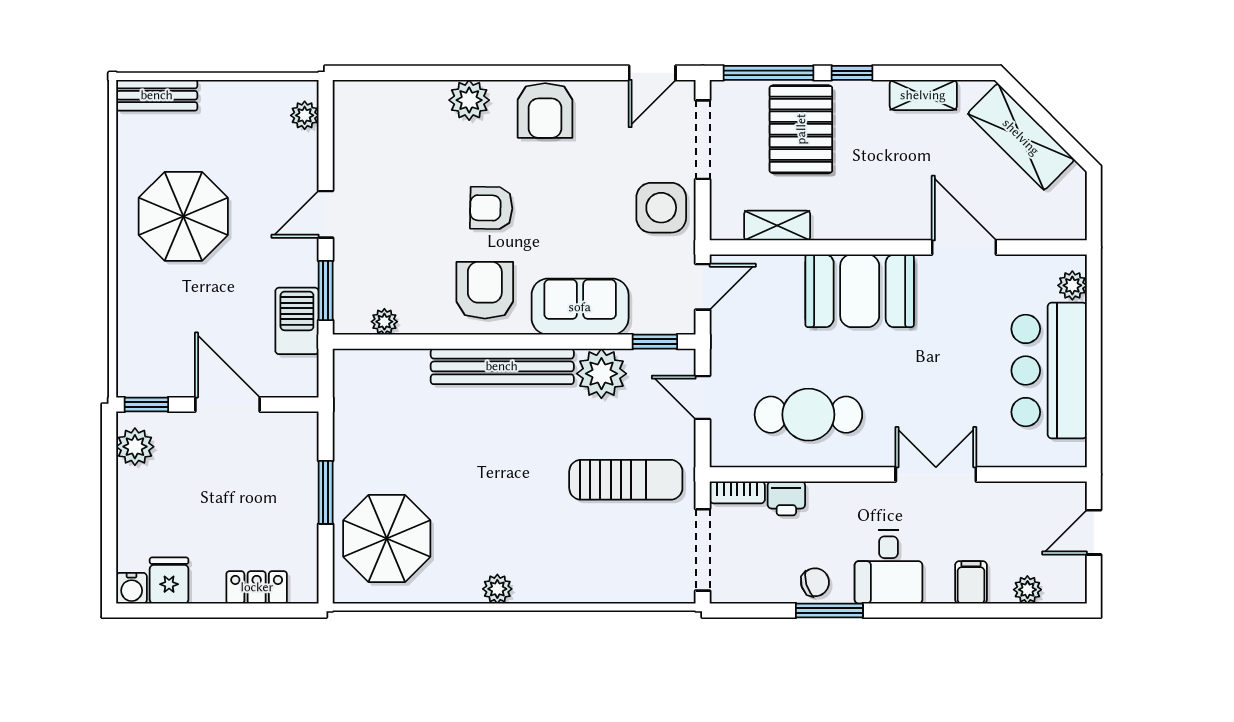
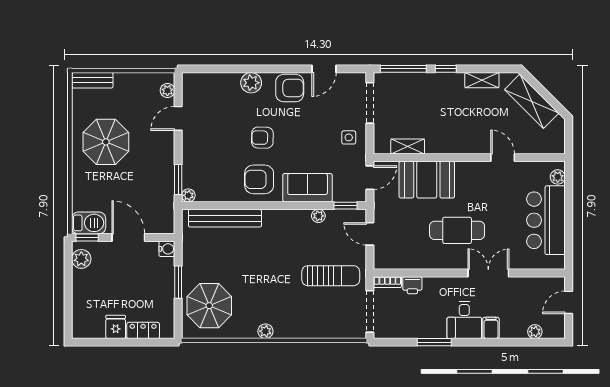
door: (652, 73) -> (324, 69), moved
armchair: (545, 110) -> (290, 88), turned -90
pallet: (801, 129) -> (420, 98), removed
side table: (661, 208) -> (349, 137), width x0.54, depth x0.54
door: (326, 214) -> (178, 118), moved
door: (964, 247) -> (503, 158), width x0.73
armchair: (485, 290) -> (259, 179), turned -90
booth: (860, 291) -> (427, 180), moved
barbecue: (297, 321) -> (89, 223), moved, turned 90
plant: (384, 322) -> (188, 195), moved
bench: (502, 366) -> (225, 218), moved
plant: (601, 374) -> (318, 216), width x0.53, depth x0.53
cafe table: (808, 415) -> (457, 230), moved
fridge: (169, 580) -> (116, 327), moved
chair: (815, 582) -> (427, 328), removed
filing cabinet: (971, 582) -> (491, 328), moved
water cooler: (132, 588) -> (167, 249), moved, turned -90

